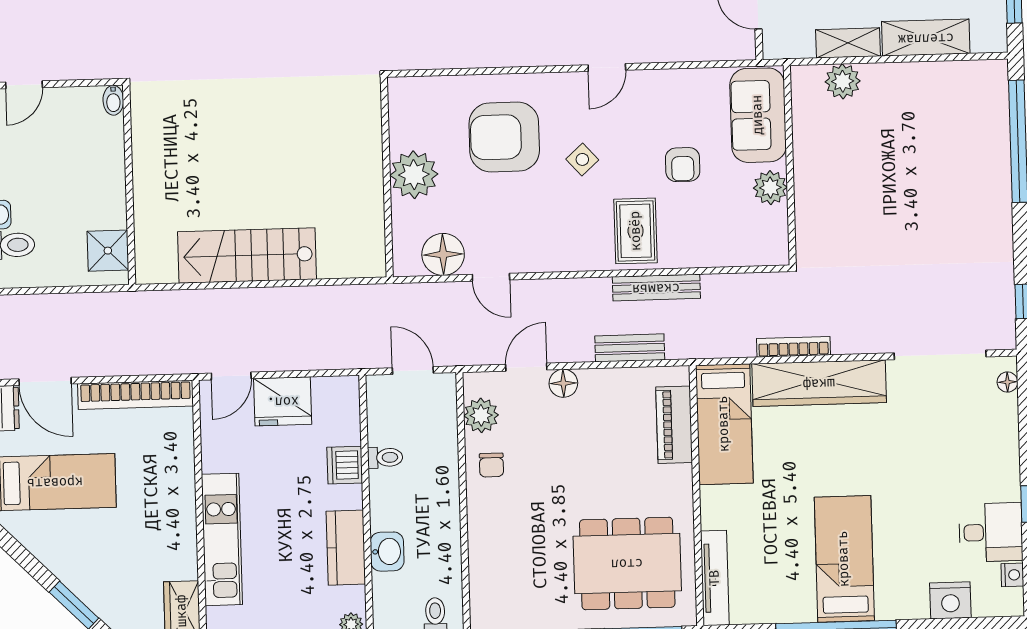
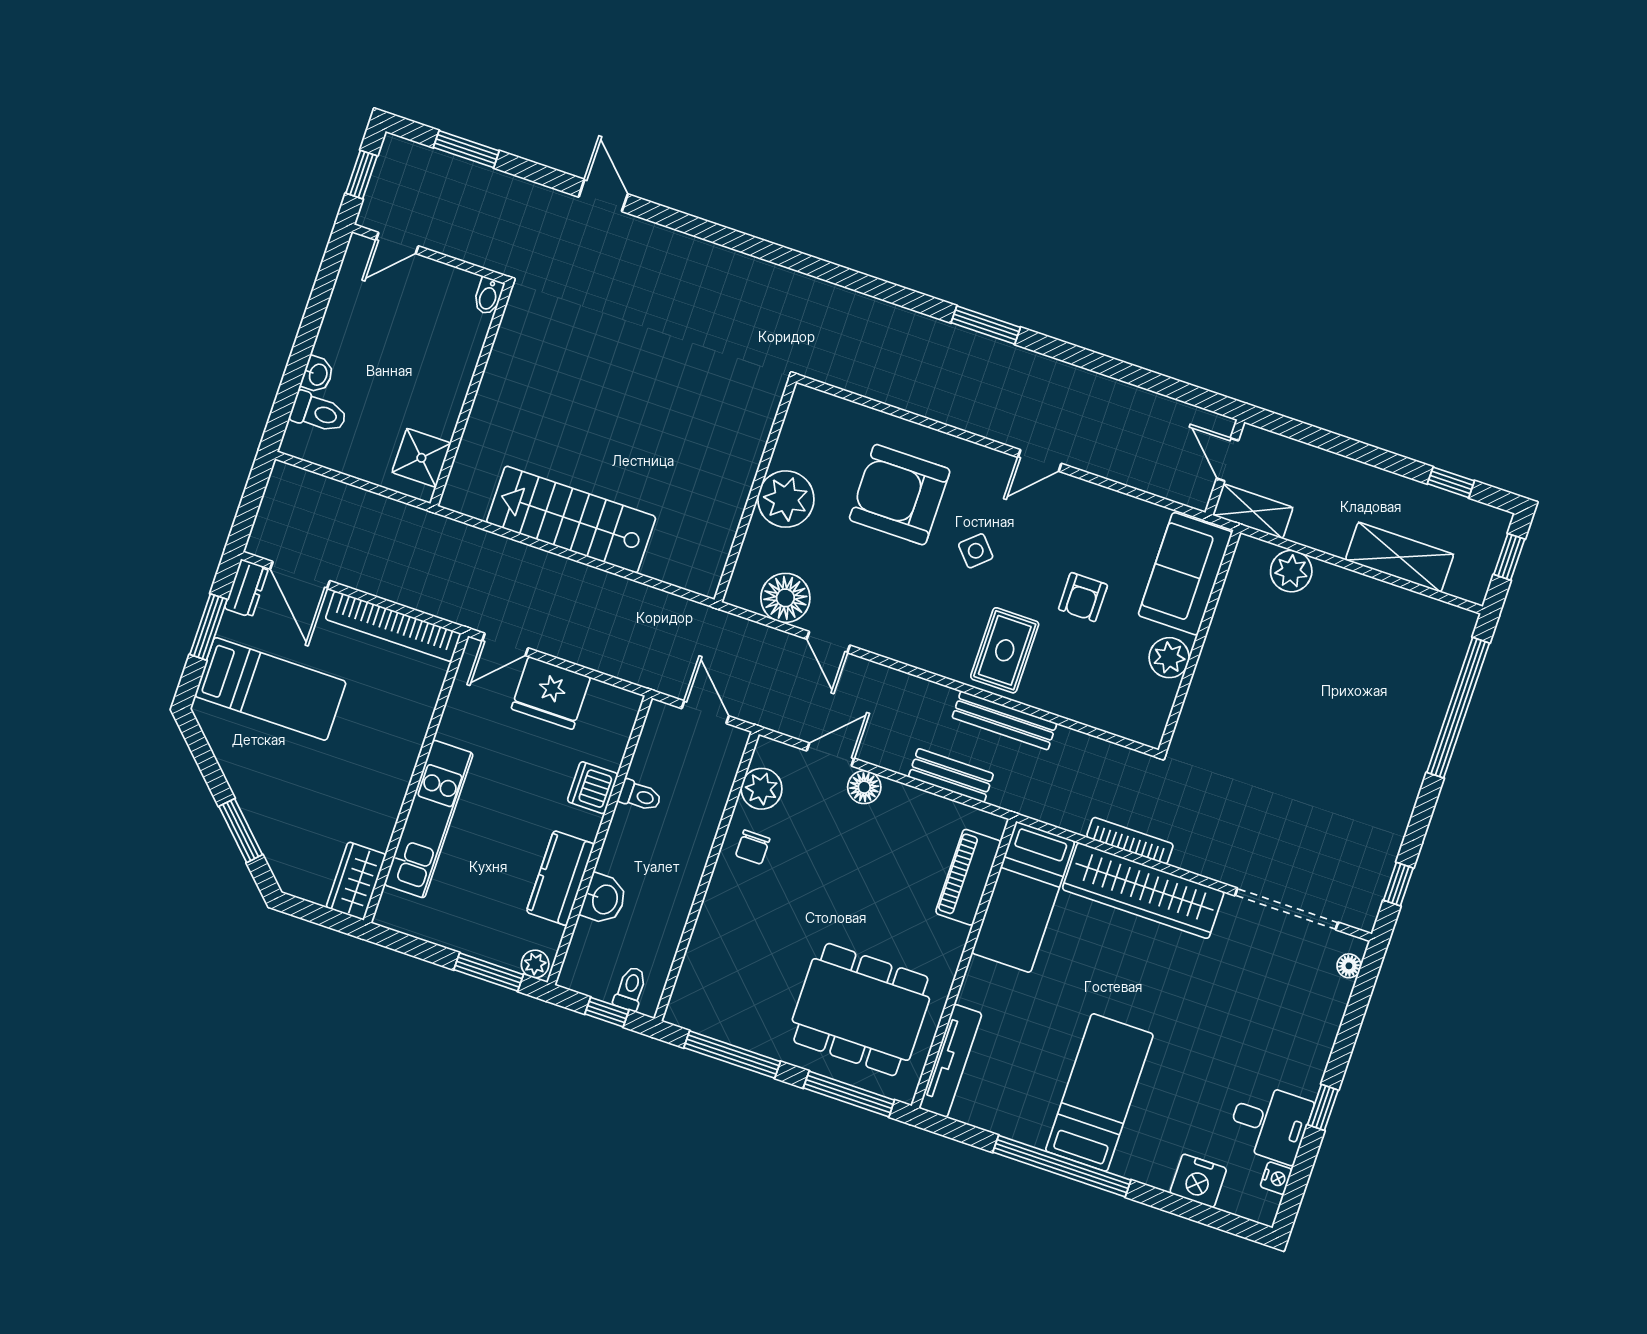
shelving: (848, 43) -> (1253, 511), moved

